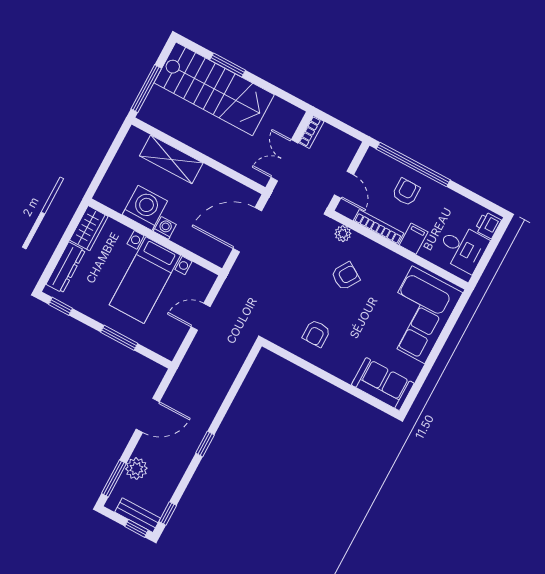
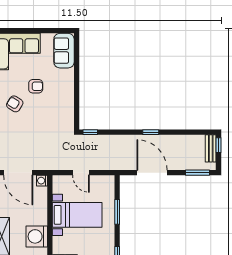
washing machine: (165, 228) -> (42, 181), moved
armchair: (316, 333) -> (36, 86), moved
door: (148, 415) -> (152, 173), width x1.36
plant: (136, 469) -> (185, 163), removed
window: (168, 514) -> (90, 132), moved

